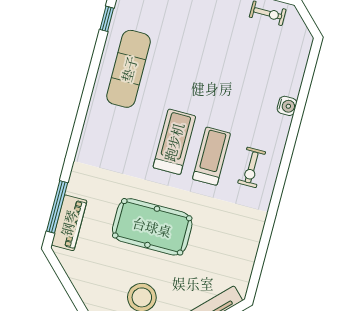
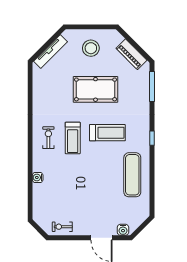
window: (107, 19) -> (152, 138), moved
treadmill: (174, 142) -> (107, 133), moved, turned -90
piano: (69, 223) -> (131, 54), moved, turned -45

